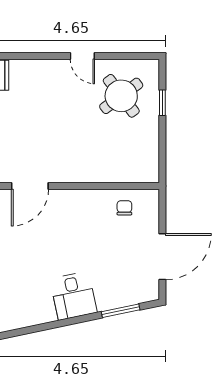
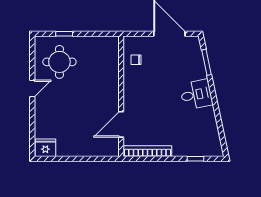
round table: (121, 96) -> (59, 62), turned 37
door: (30, 186) -> (121, 124), swing flipped

